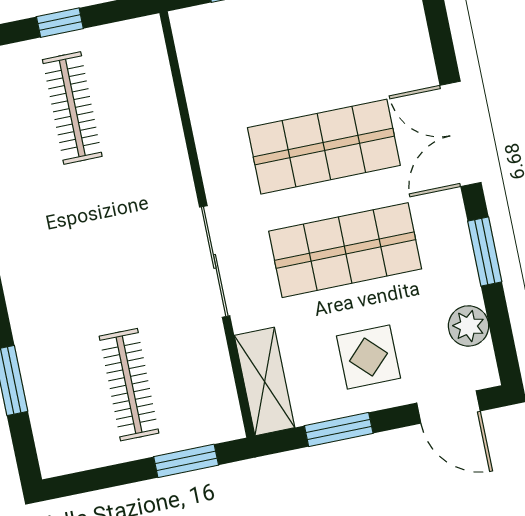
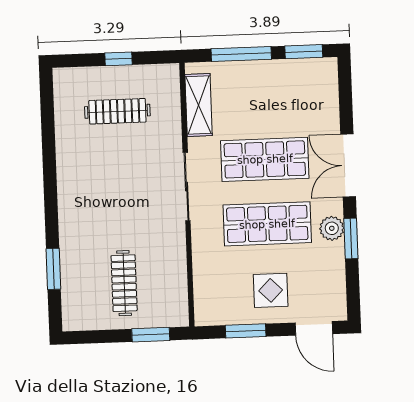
clothes rail: (72, 108) -> (117, 111), turned 90
sliding door: (215, 261) -> (187, 187), moved
plant: (469, 326) -> (332, 228), moved
shelving: (265, 381) -> (199, 105), moved

